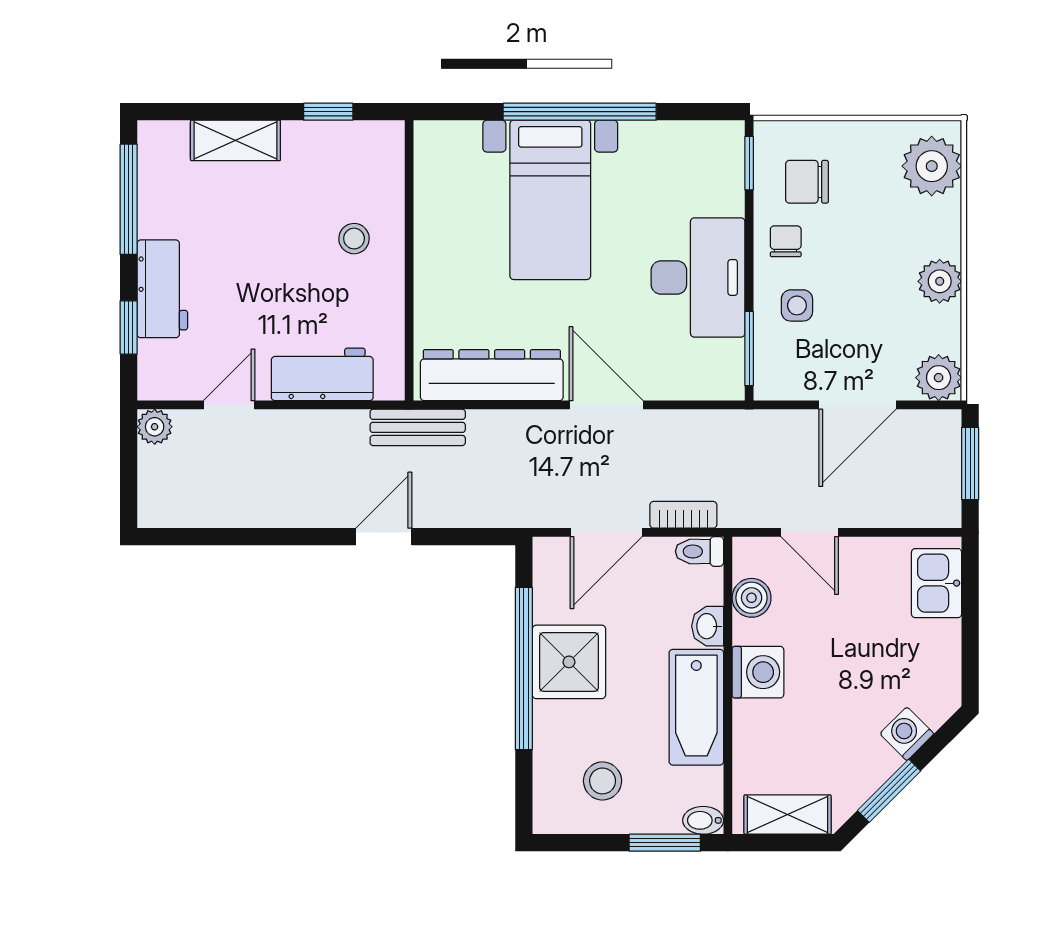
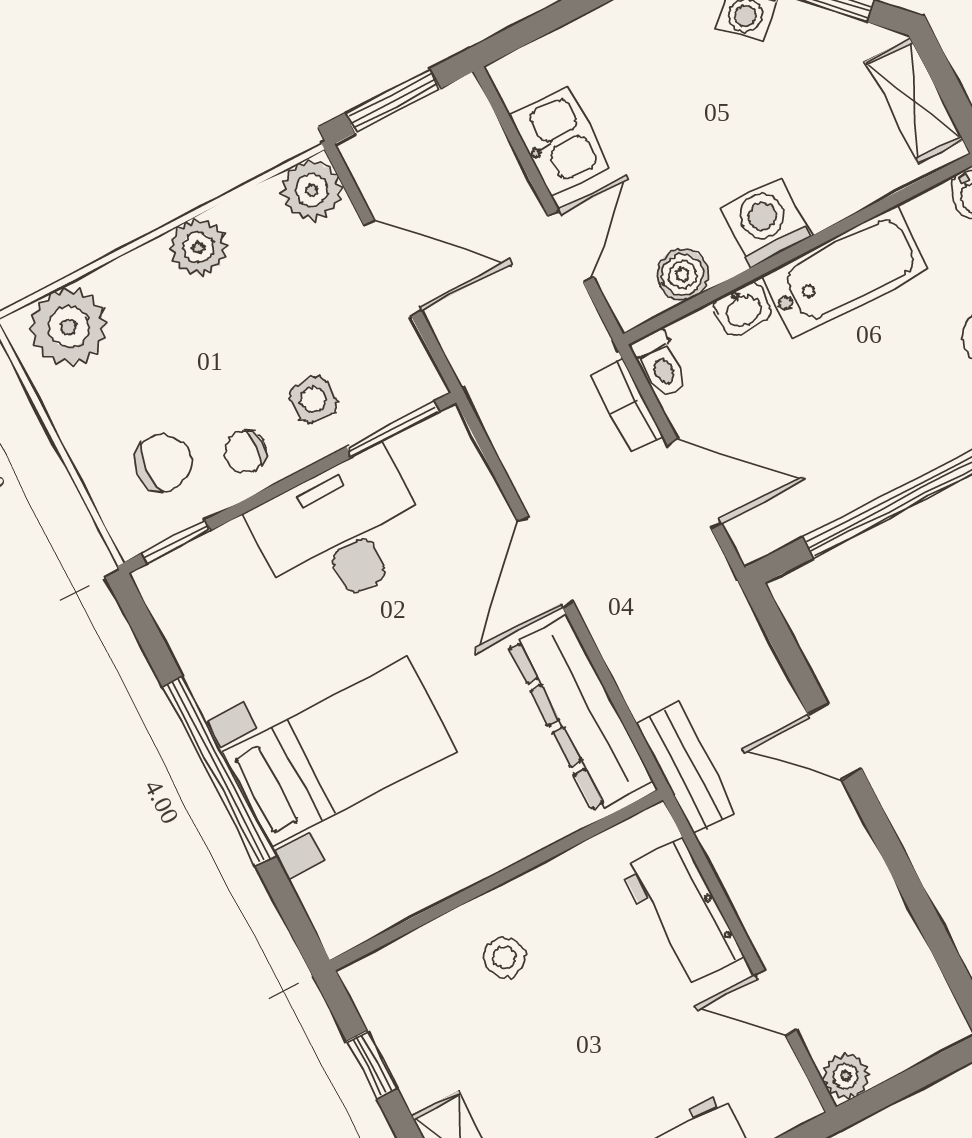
chair: (807, 182) -> (163, 463), turned -86
kitchen sink: (937, 583) -> (559, 141), moved, turned -90
shower: (569, 662) -> (868, 449), removed

